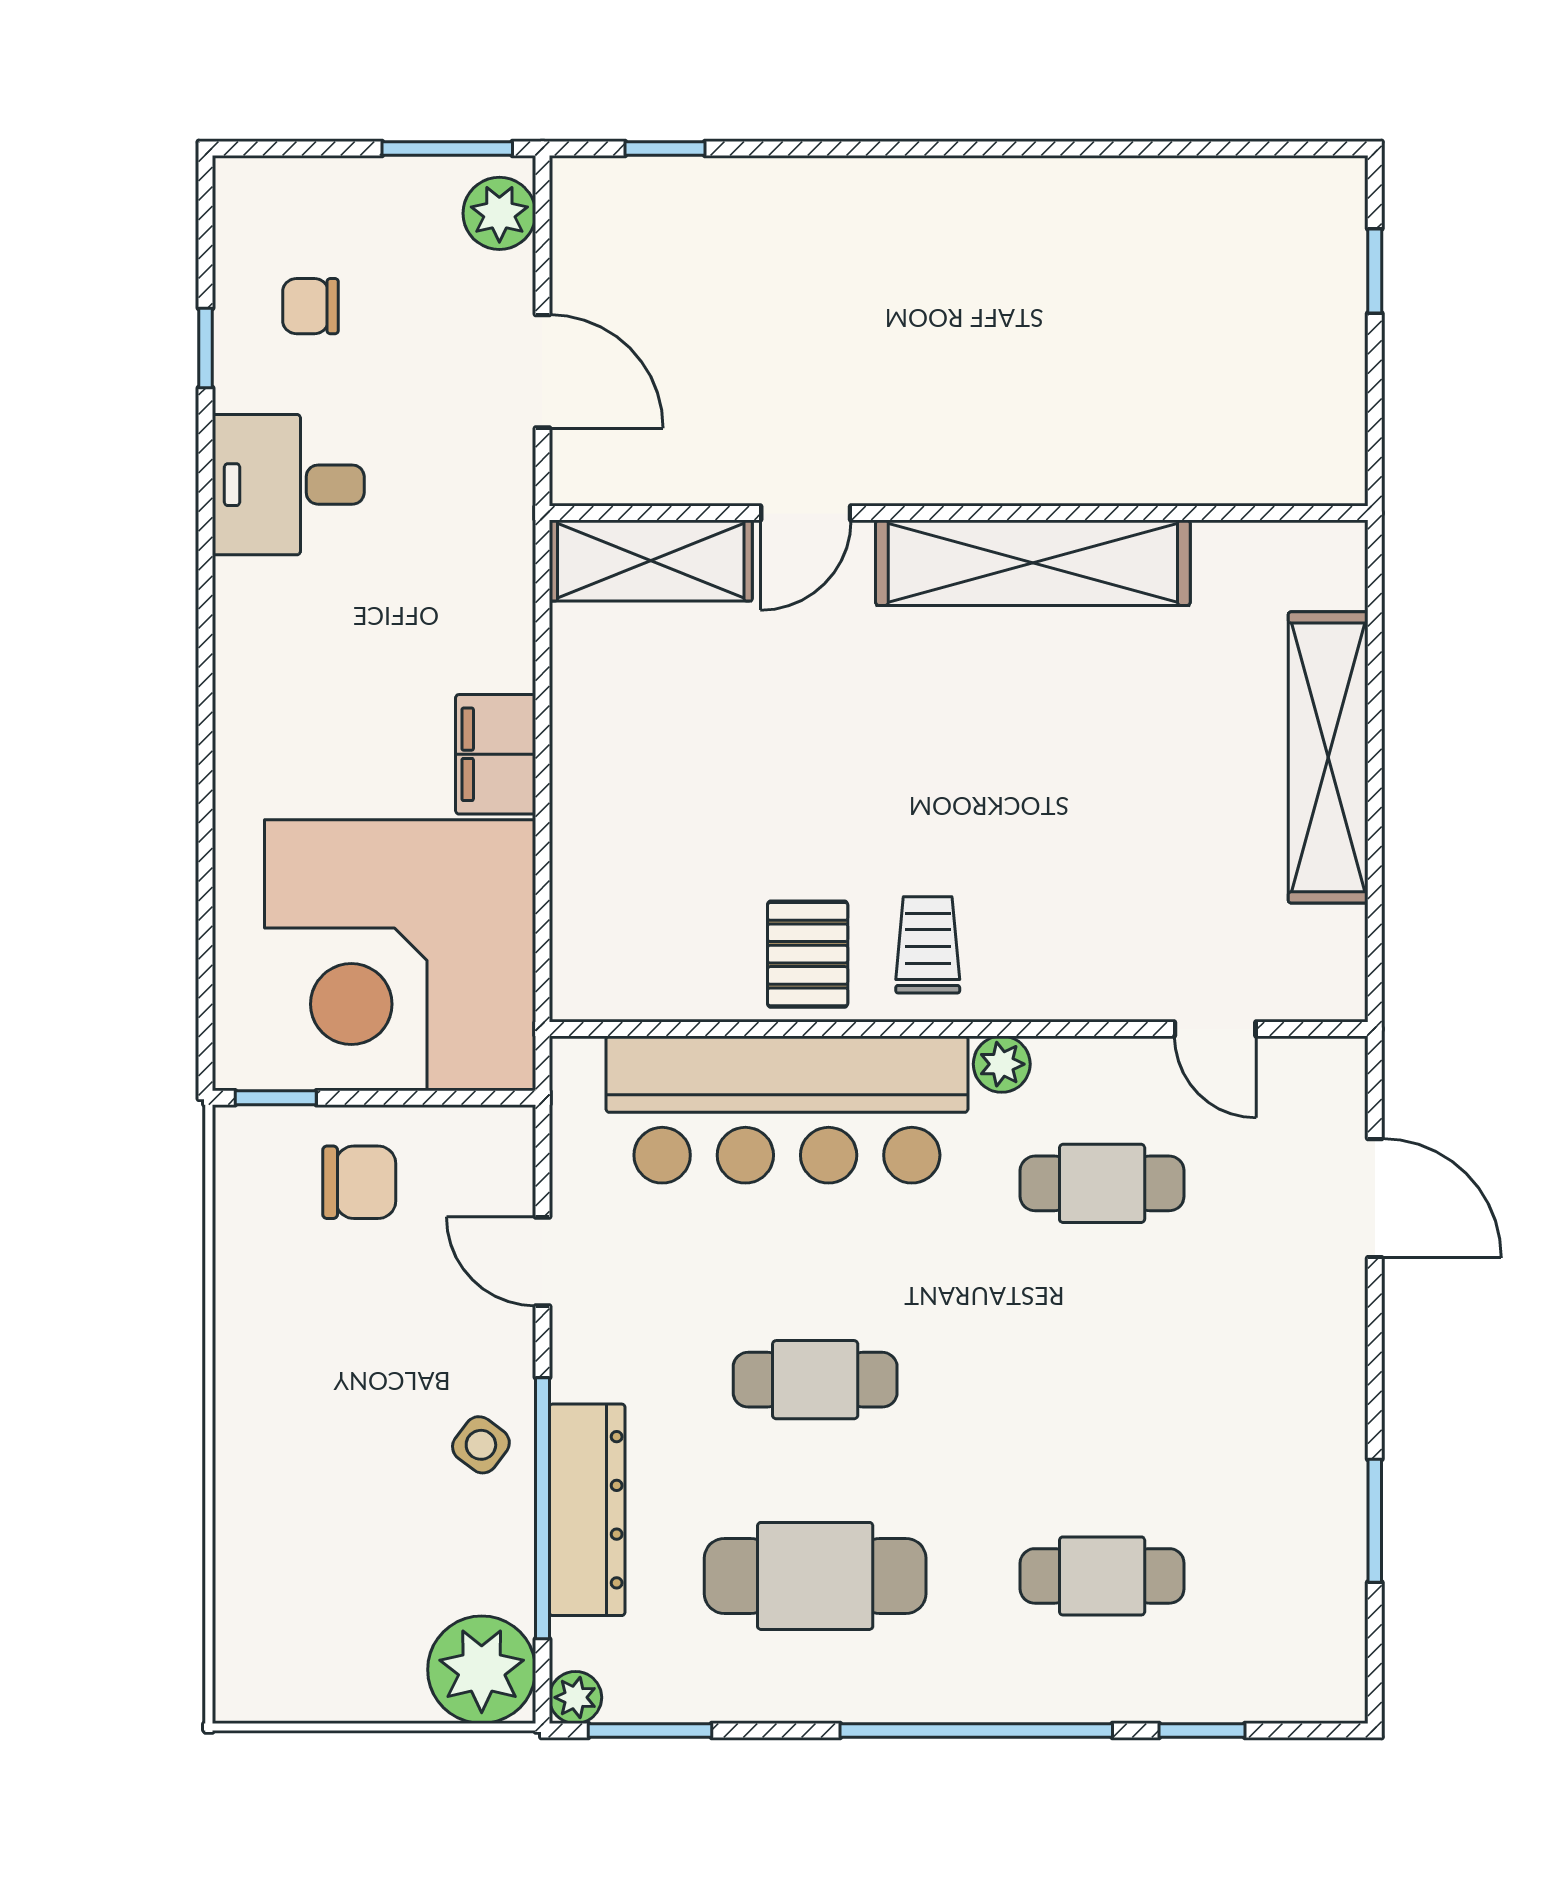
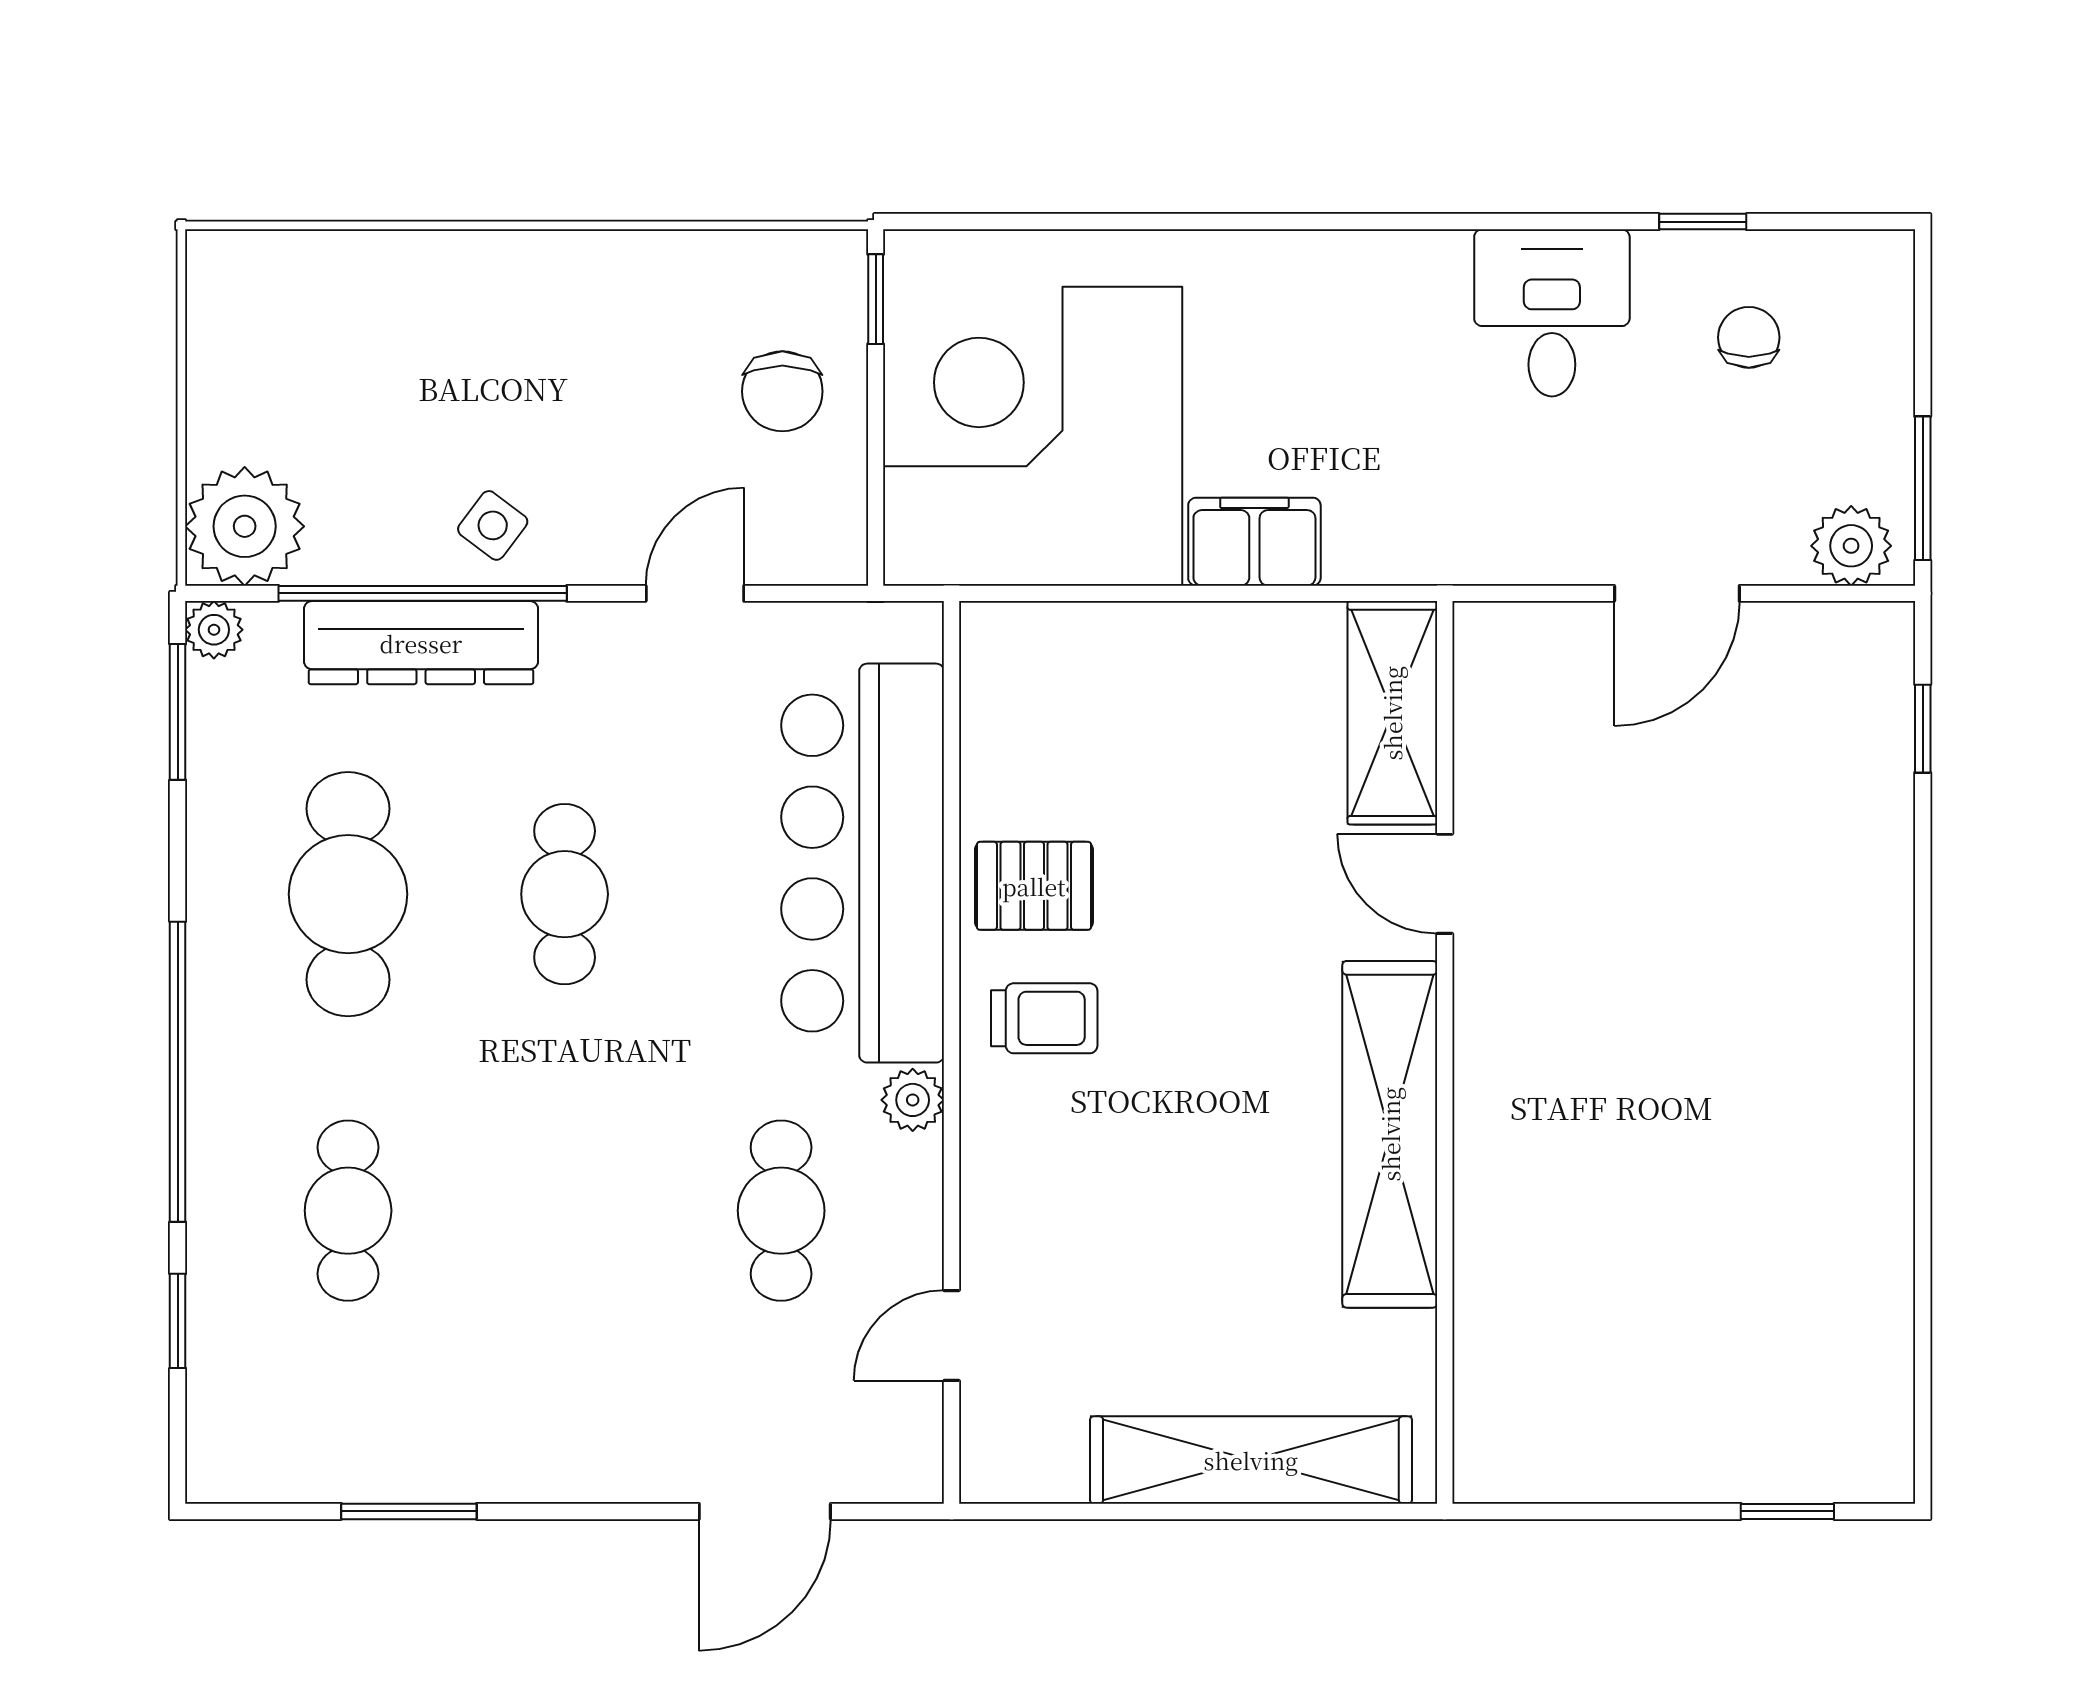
door: (806, 513) -> (1445, 884), moved
wall: (959, 513) -> (1445, 1052), moved
shelving: (651, 560) -> (1392, 713), moved
shelving: (1033, 563) -> (1390, 1134), moved

